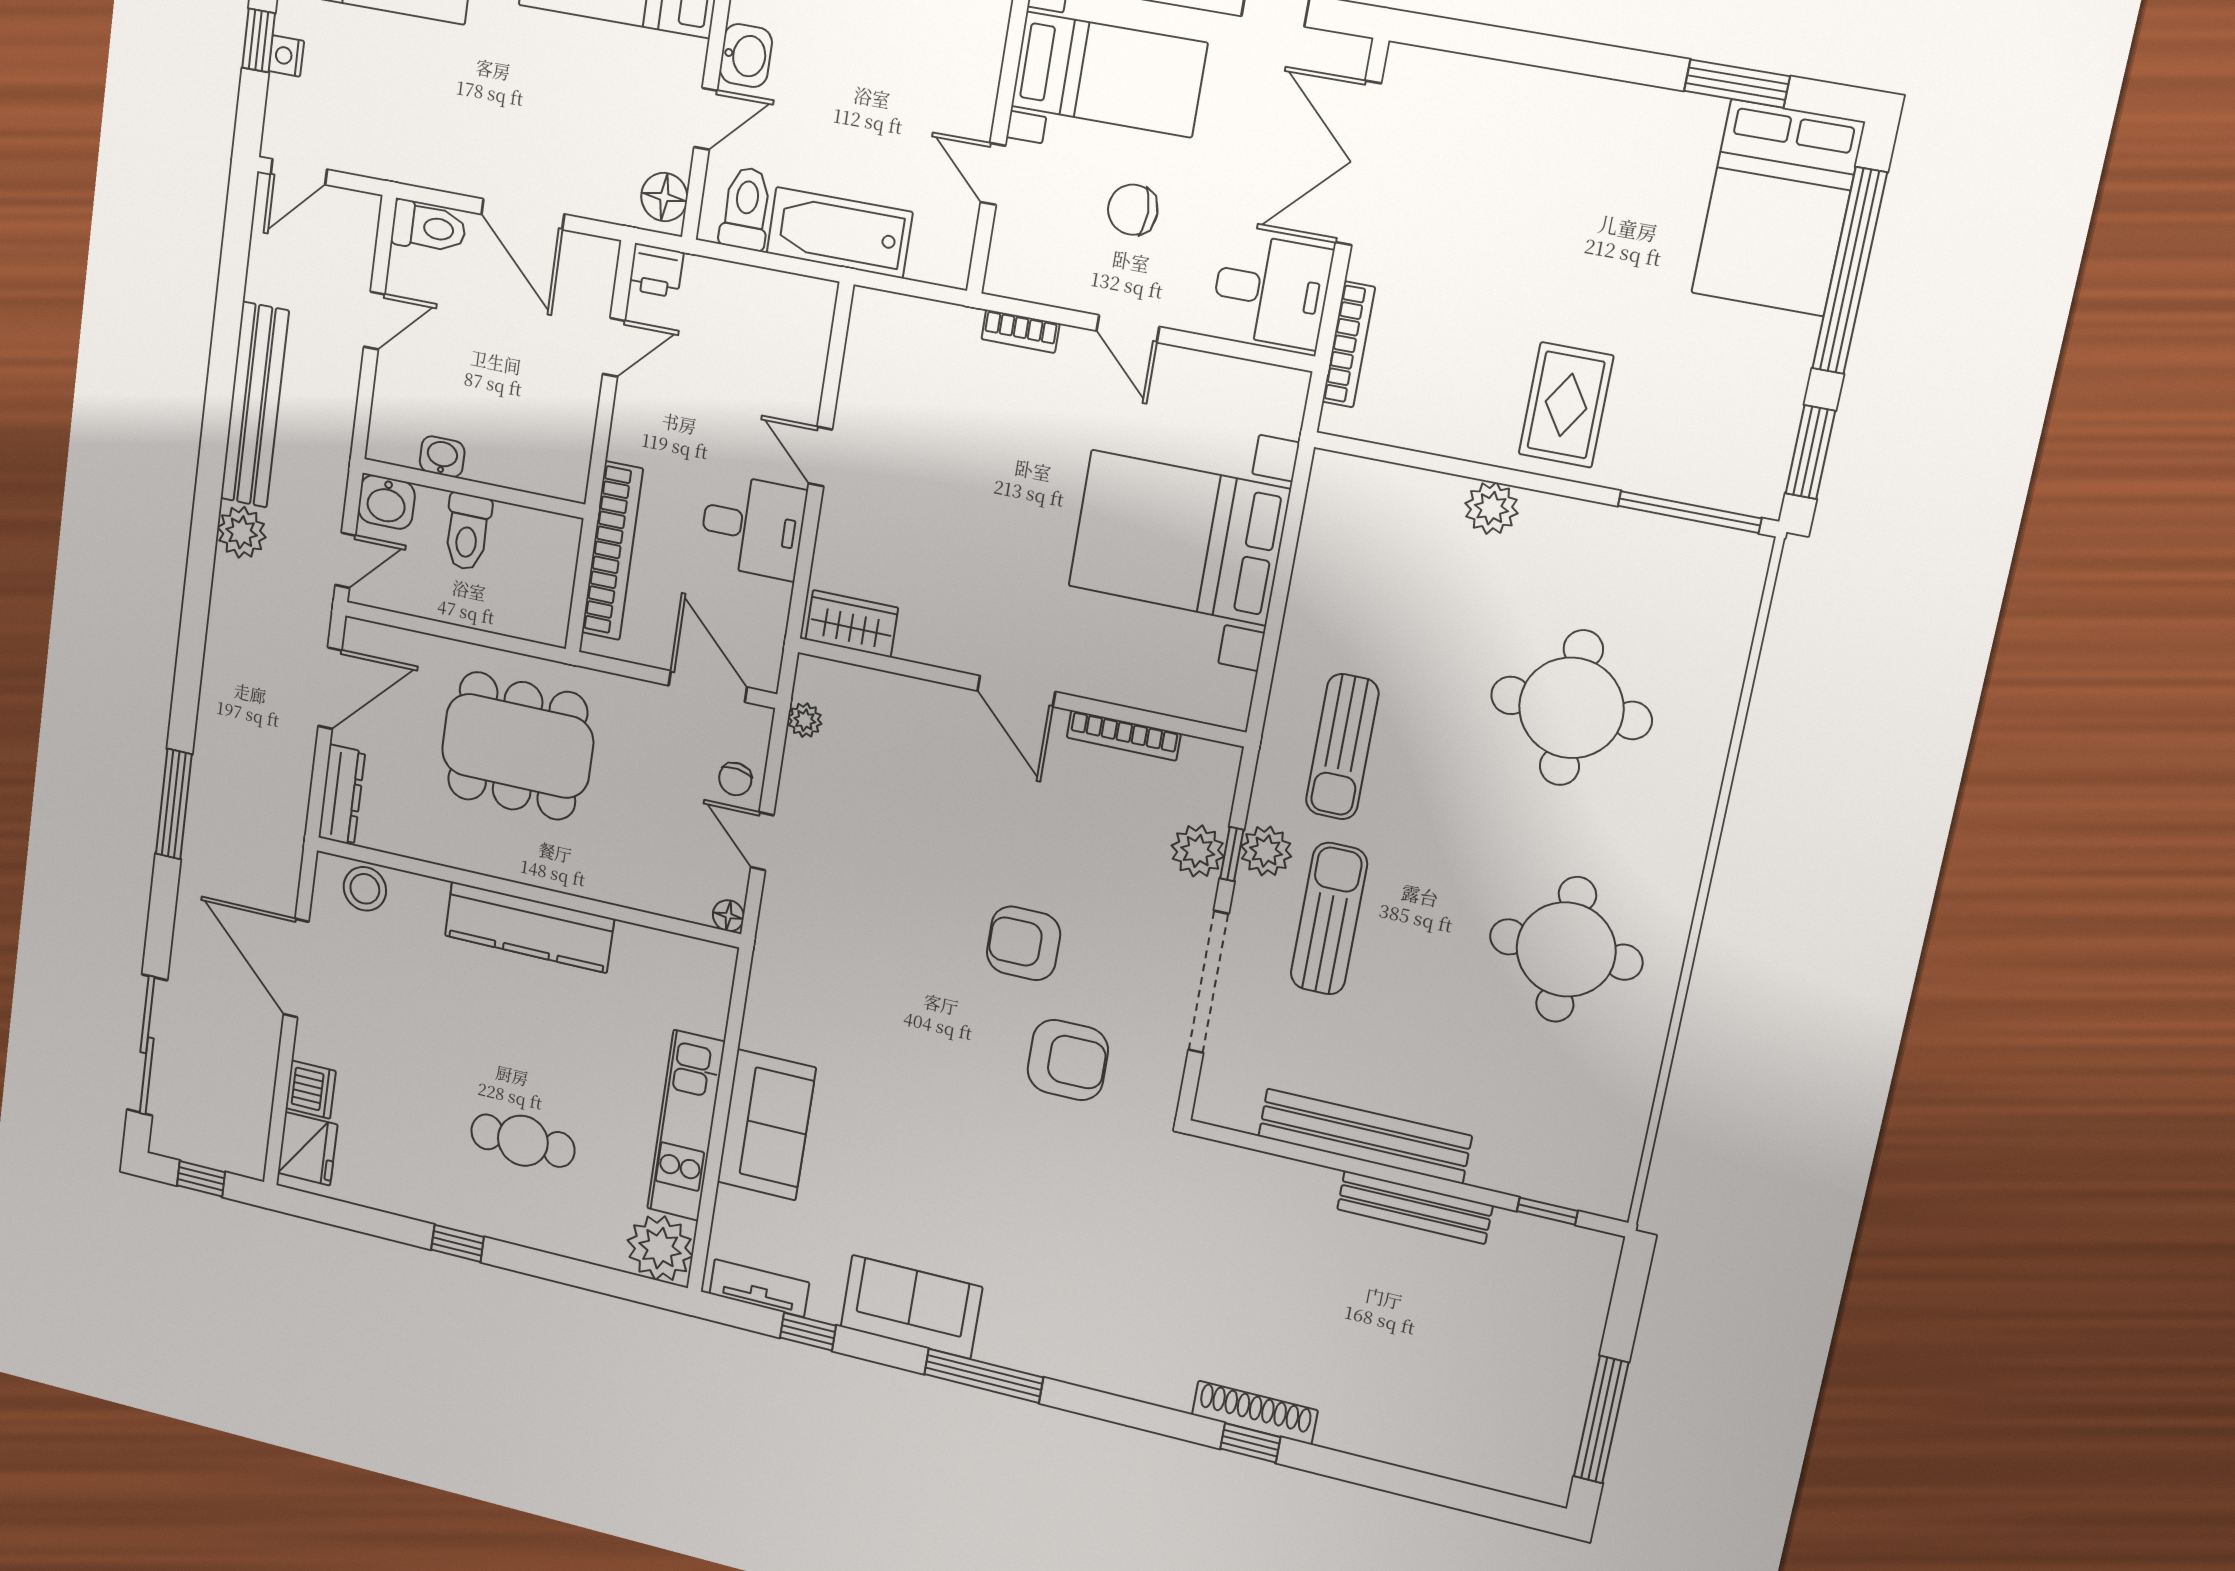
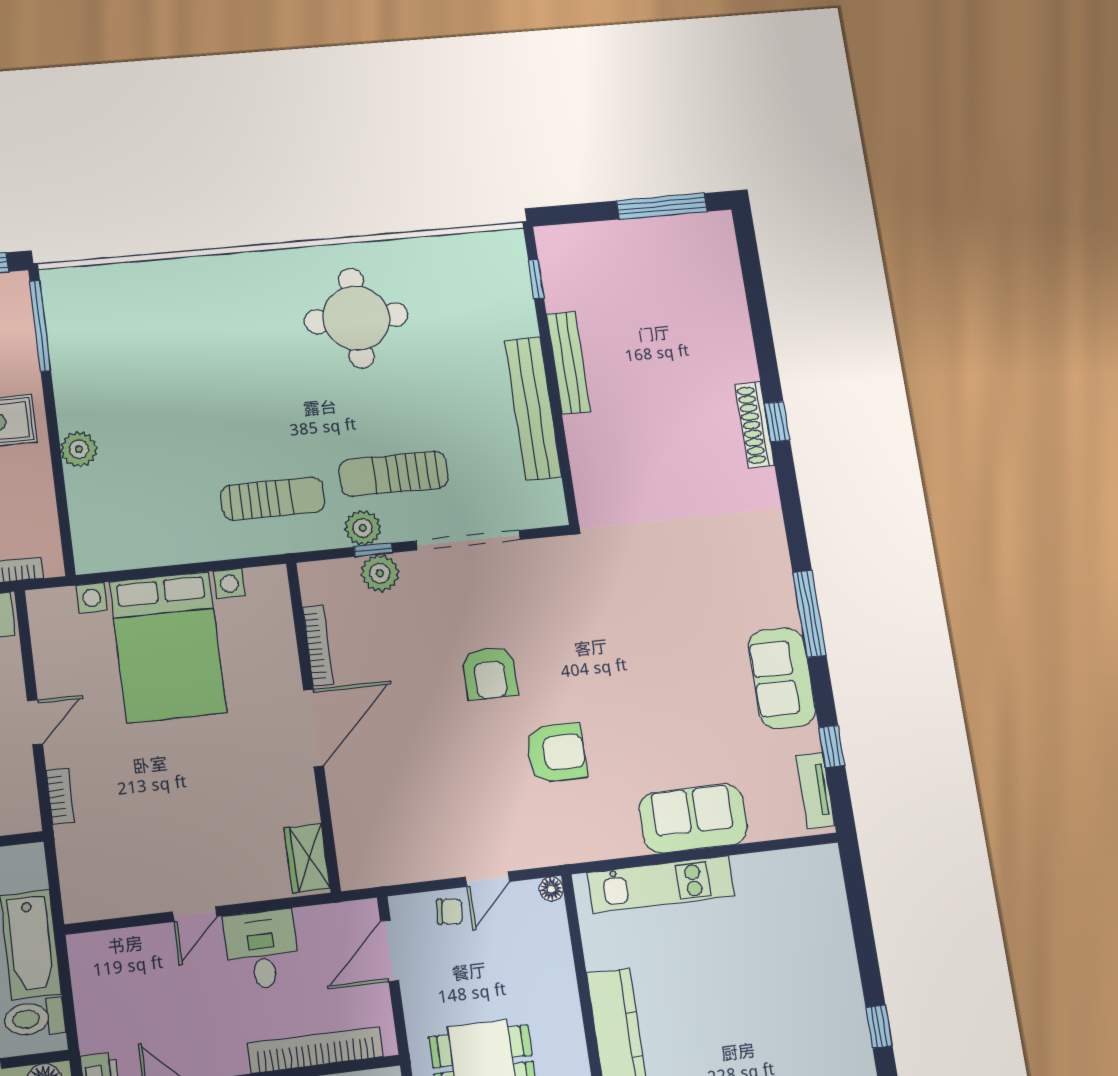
door: (1016, 691) -> (314, 728), width x1.36
round table: (1571, 708) -> (194, 361), removed
plant: (805, 720) -> (388, 873), removed
armchair: (1068, 1060) -> (556, 753), moved, turned 90
kitchen unit: (686, 1125) -> (661, 884), moved
cafe table: (523, 1141) -> (780, 997), removed
plant: (660, 1248) -> (817, 872), removed

